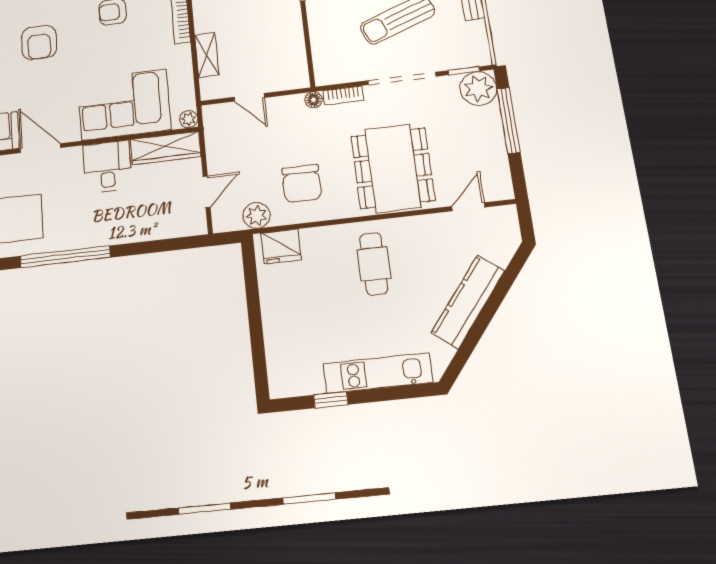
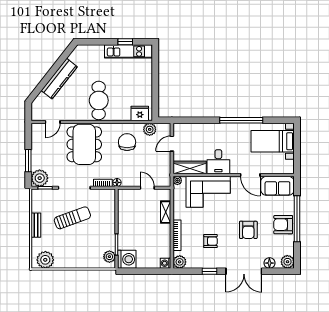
armchair: (39, 43) -> (248, 230), turned 180
window: (509, 120) -> (28, 161), width x0.69
cafe table: (374, 264) -> (99, 100), width x1.37, depth x1.35
kitchen unit: (378, 373) -> (128, 51), moved

